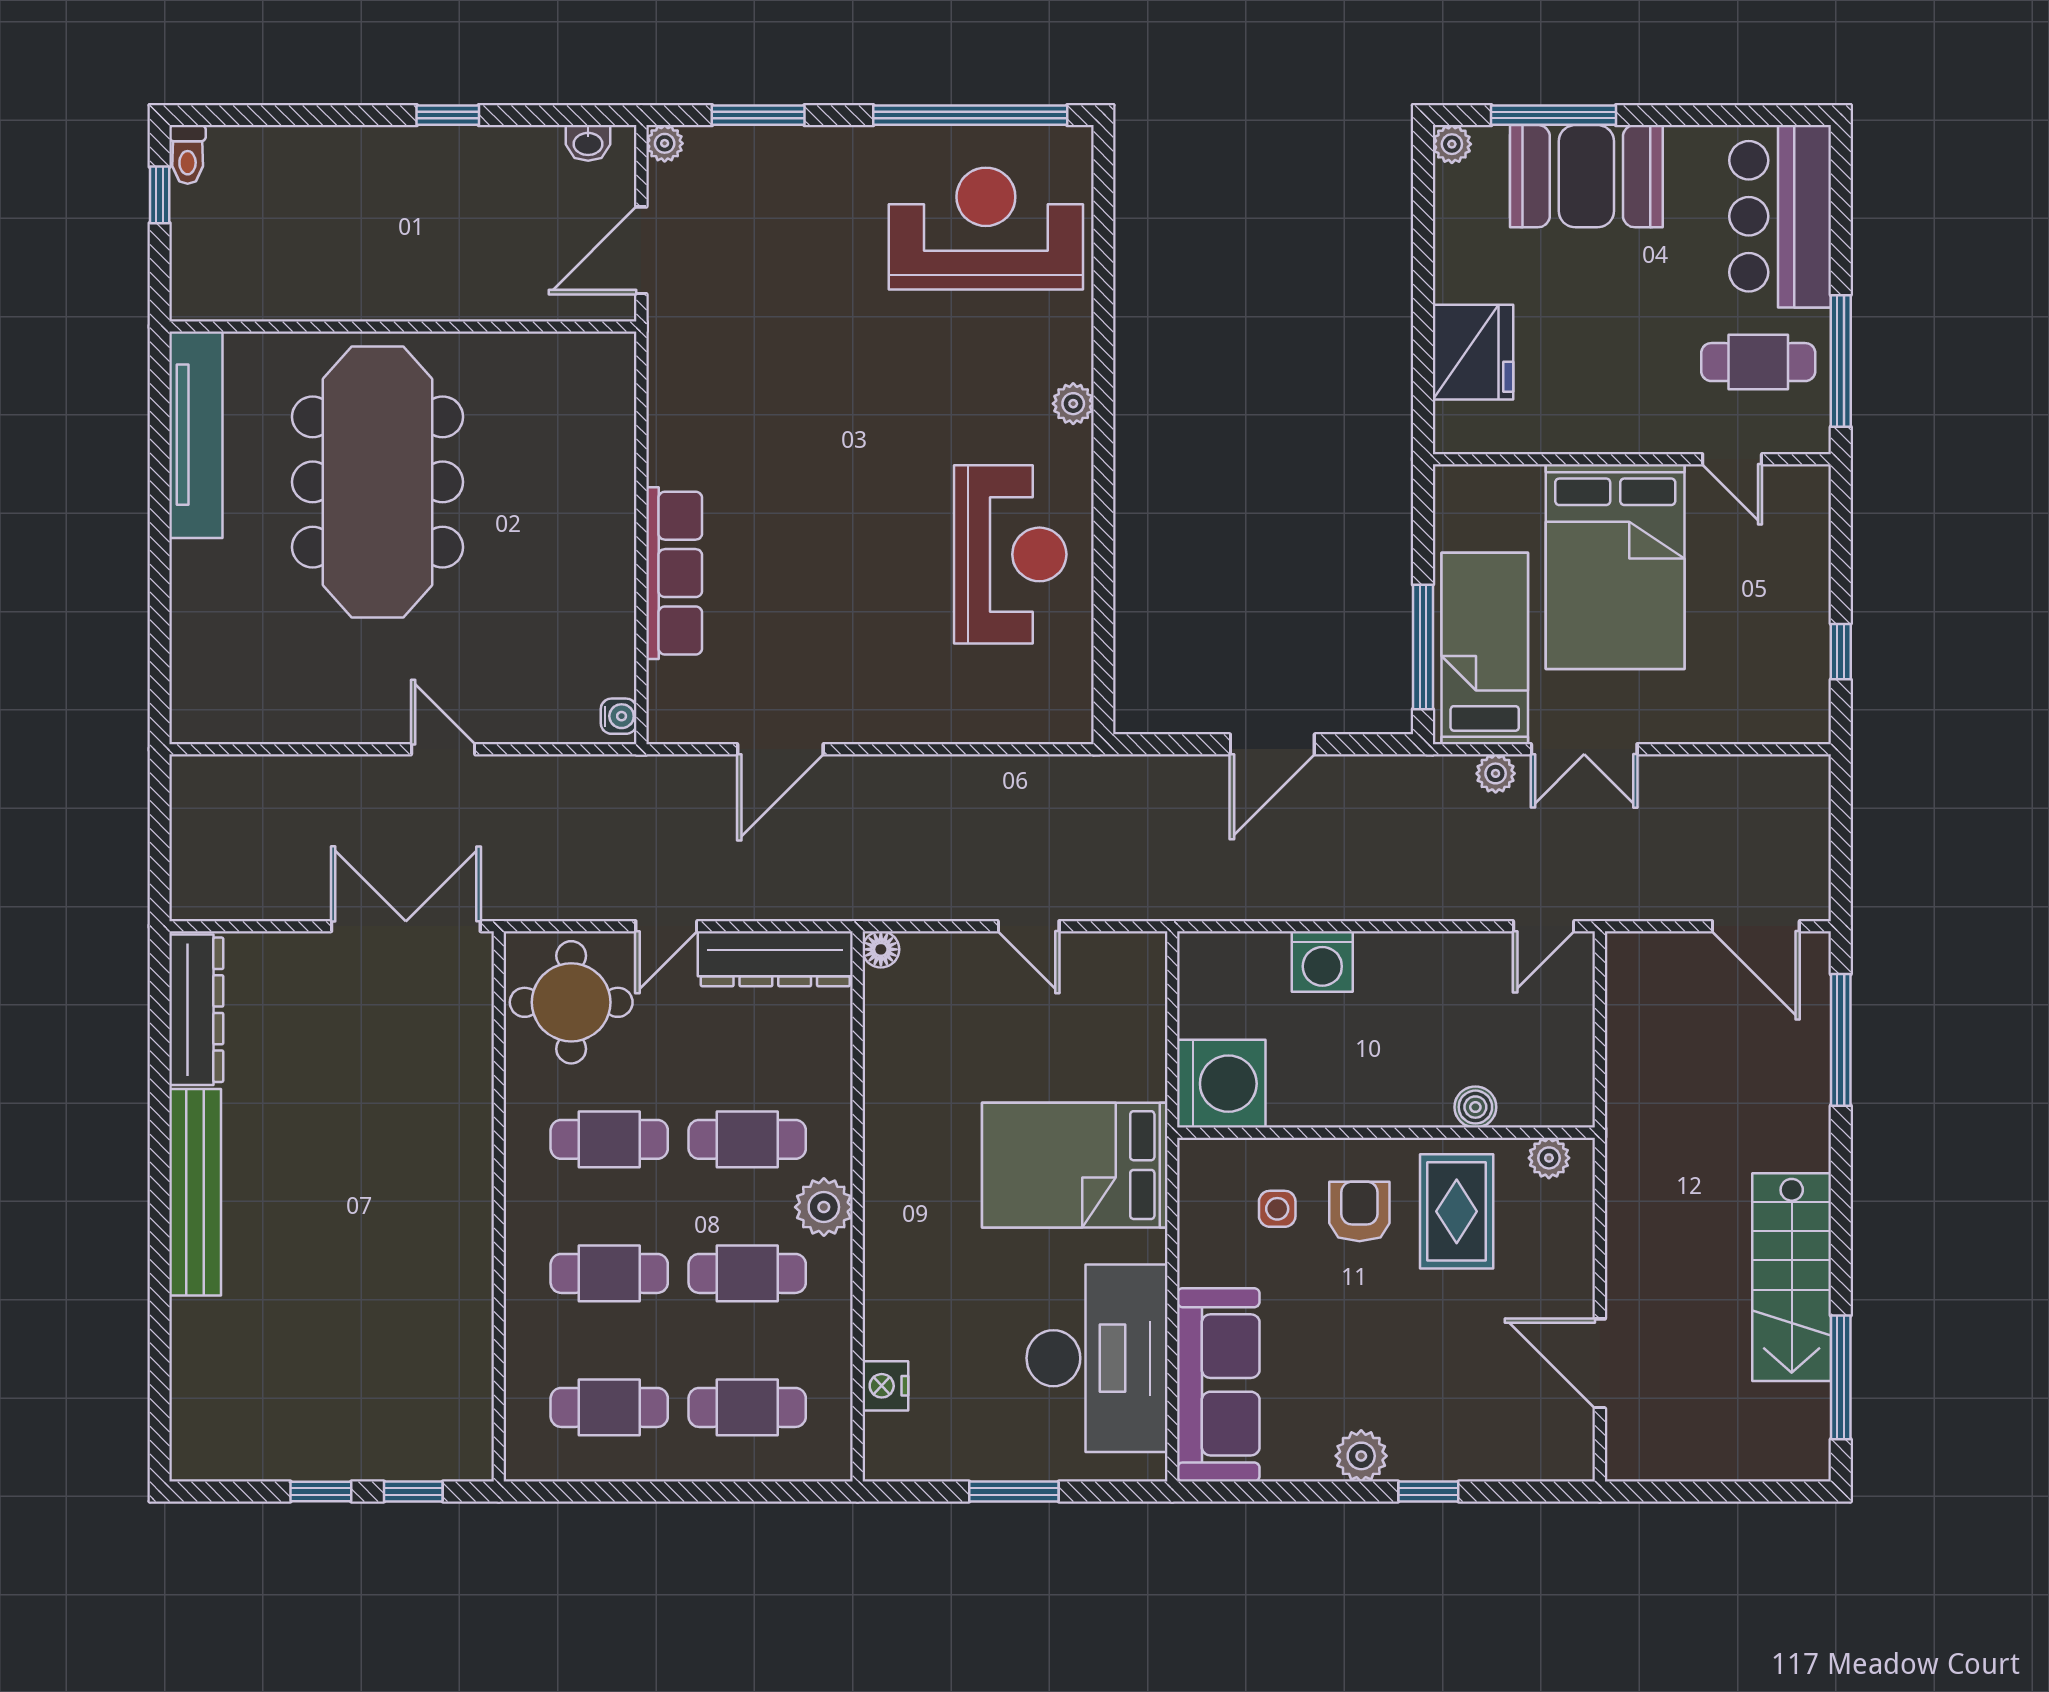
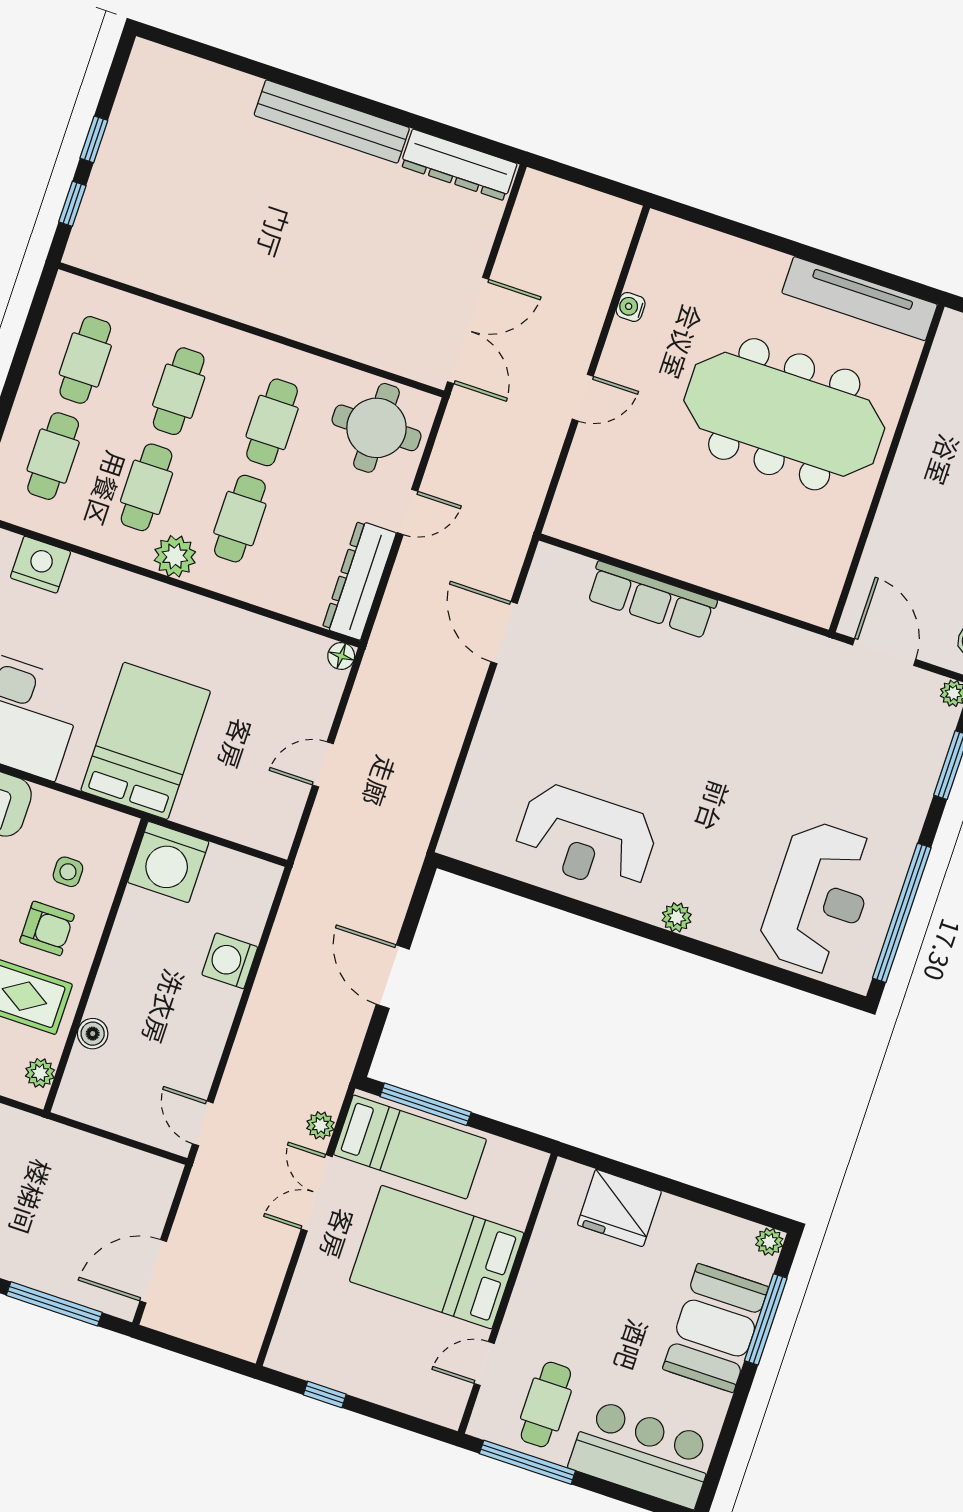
water cooler: (619, 716) -> (631, 307), moved, turned 90
door: (666, 926) -> (407, 512), swing flipped
nightstand: (885, 1386) -> (40, 565), width x1.36, depth x1.33

